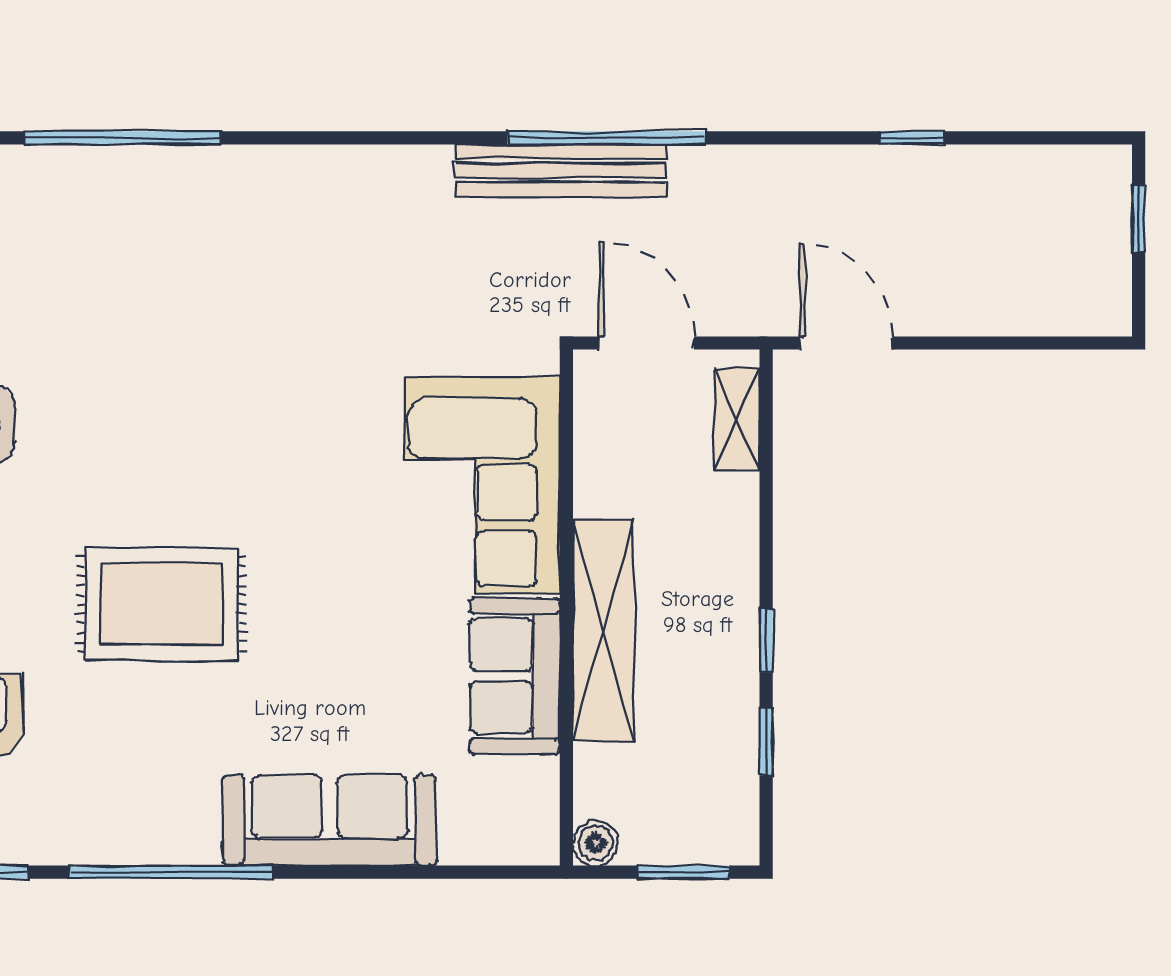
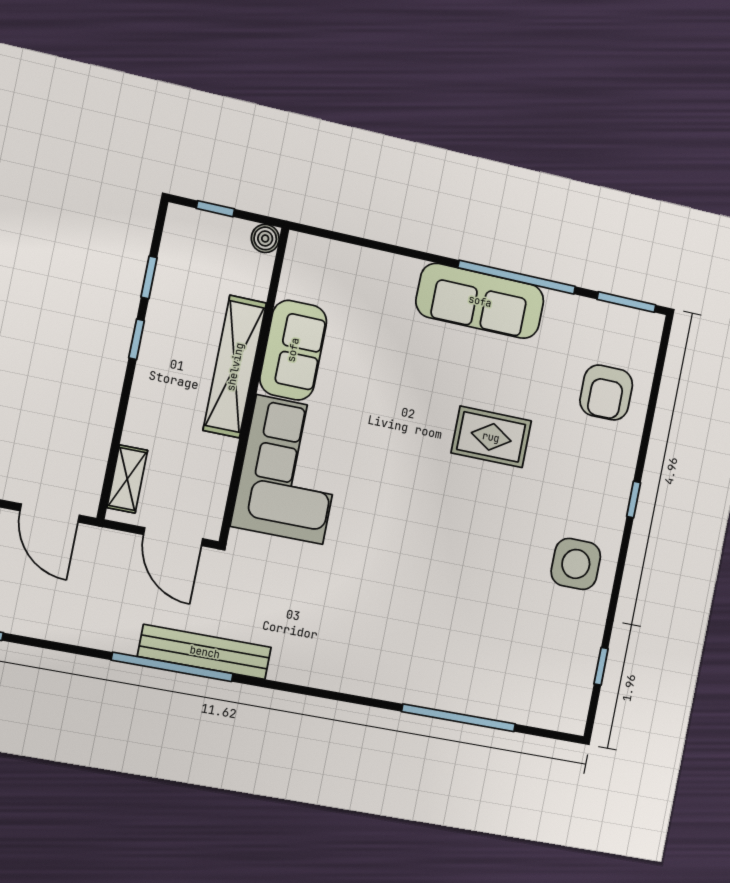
rug: (161, 604) -> (491, 437), width x0.73, depth x0.70
sofa: (330, 820) -> (480, 301), moved
window: (684, 872) -> (215, 209), width x0.67

